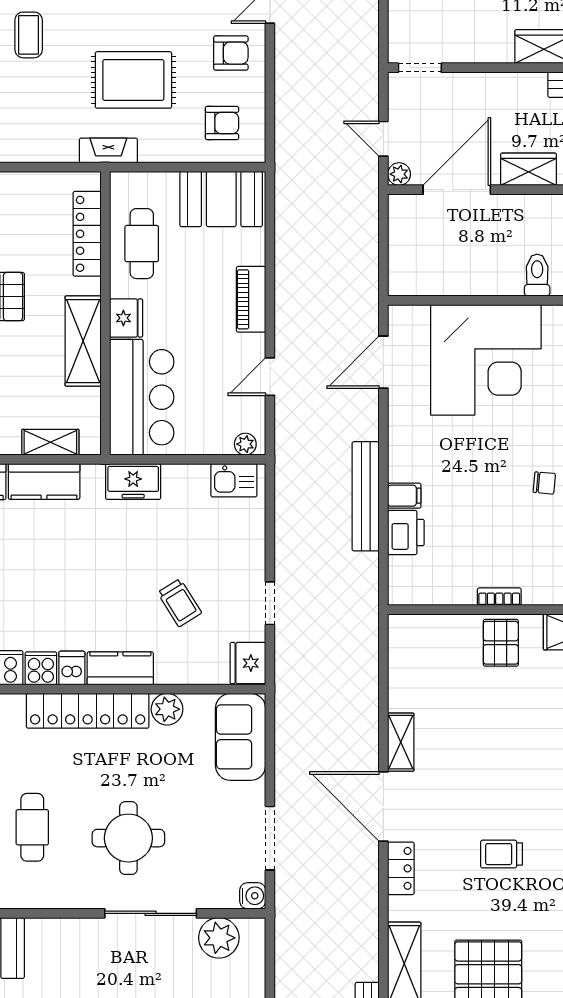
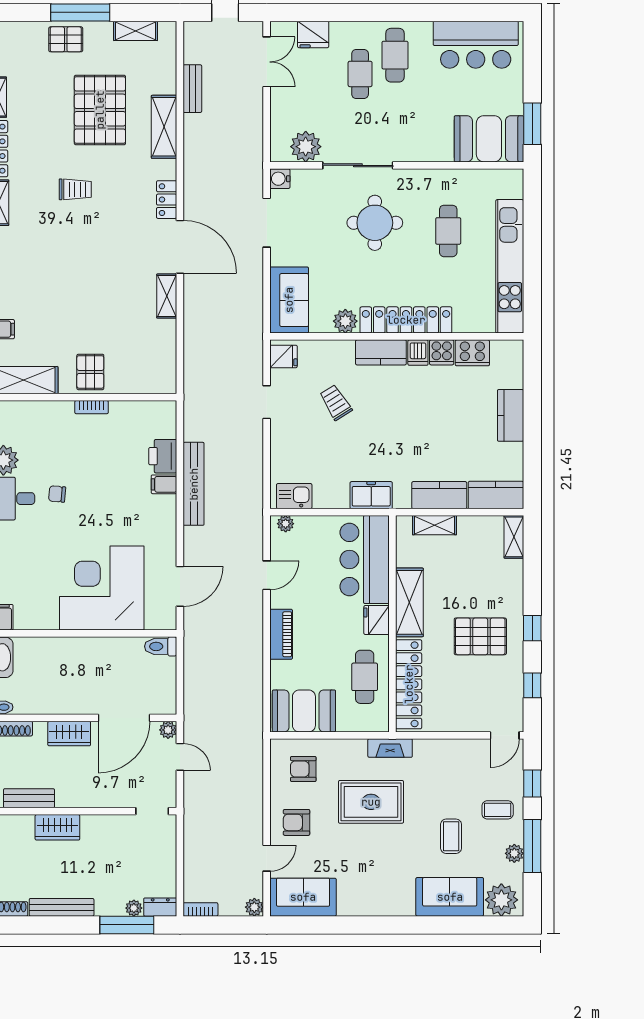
locker: (87, 234) -> (409, 684), width x1.41, depth x1.21
toilet: (537, 275) -> (161, 646), moved, turned 90
fridge: (248, 663) -> (284, 356), width x0.72
trolley: (502, 854) -> (75, 189), moved

